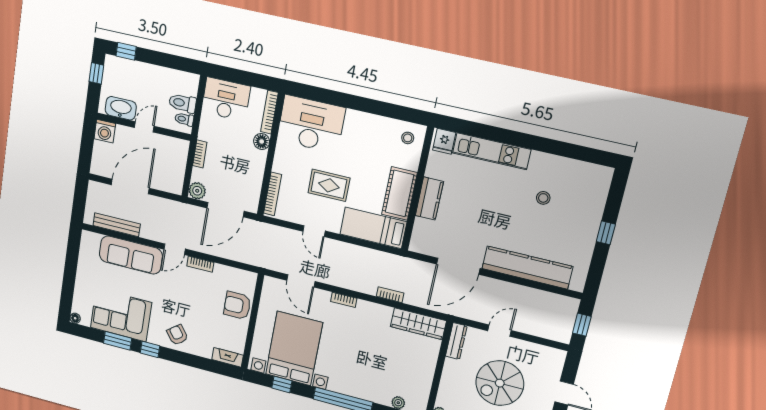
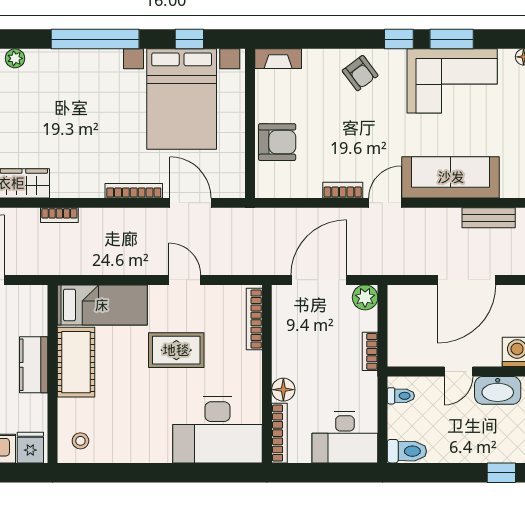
toilet: (183, 103) -> (407, 451), moved
bench: (117, 225) -> (489, 218), width x0.73
bookcase: (344, 300) -> (134, 191), width x1.56

